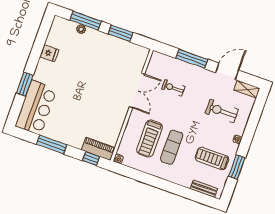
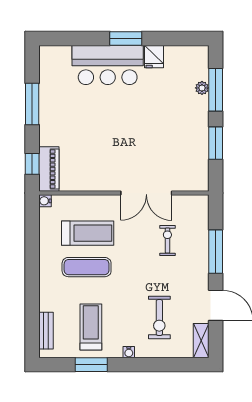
window: (25, 84) -> (126, 38), moved
bar counter: (36, 108) -> (108, 65), moved
exercise bike: (222, 111) -> (159, 317), turned 180
treadmill: (150, 138) -> (88, 233), turned 180

